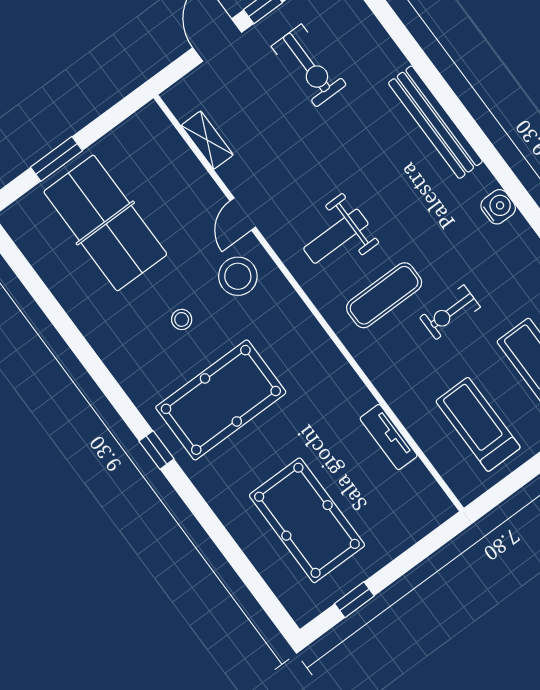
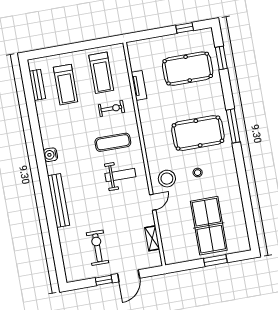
exercise bike: (450, 312) -> (111, 109), moved
window: (157, 450) -> (233, 126), width x2.17
pool table: (307, 520) -> (188, 69), turned 90
window: (250, 576) -> (221, 58), added

